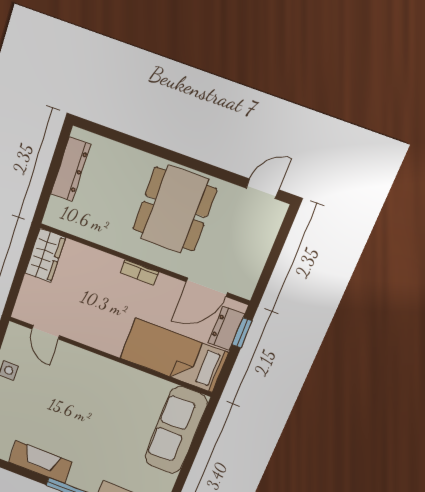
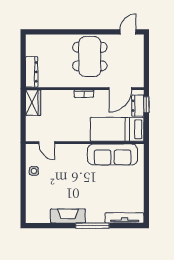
dresser: (71, 169) -> (32, 72), moved
sofa: (176, 430) -> (113, 154), moved, turned -90

